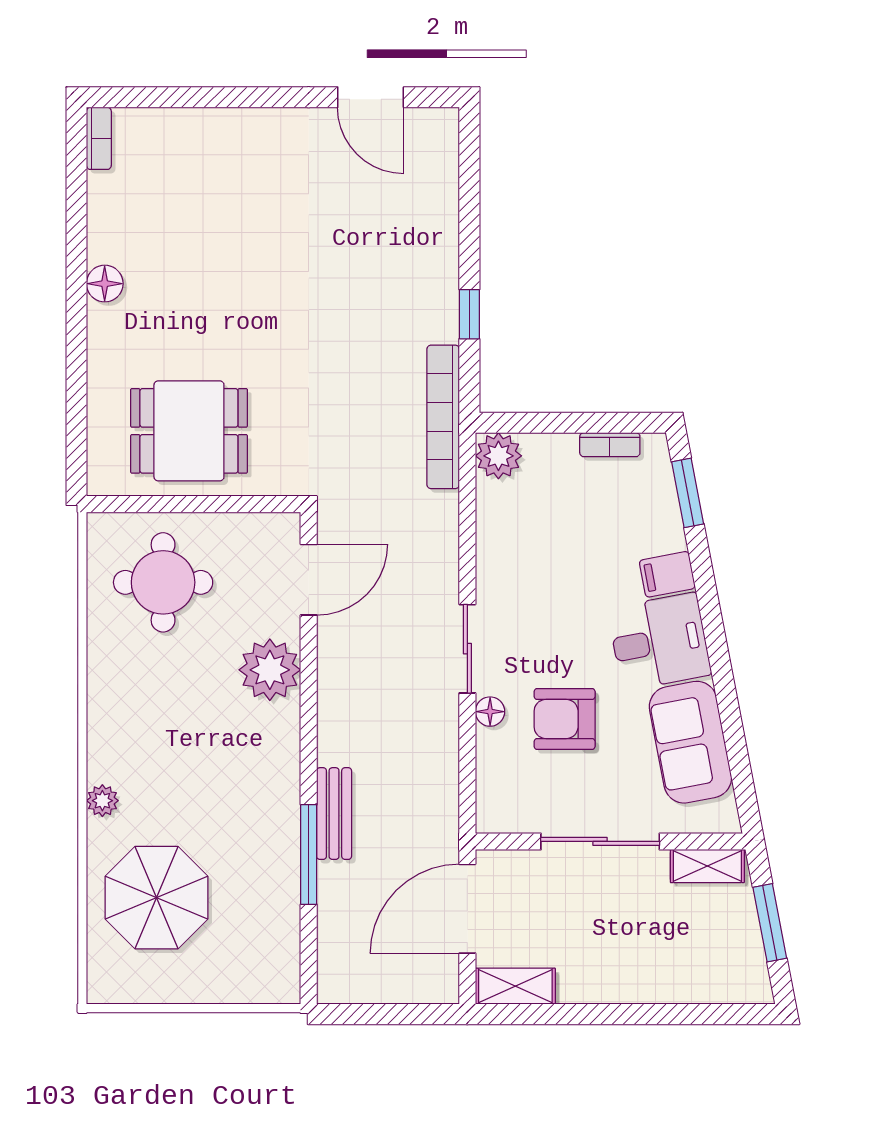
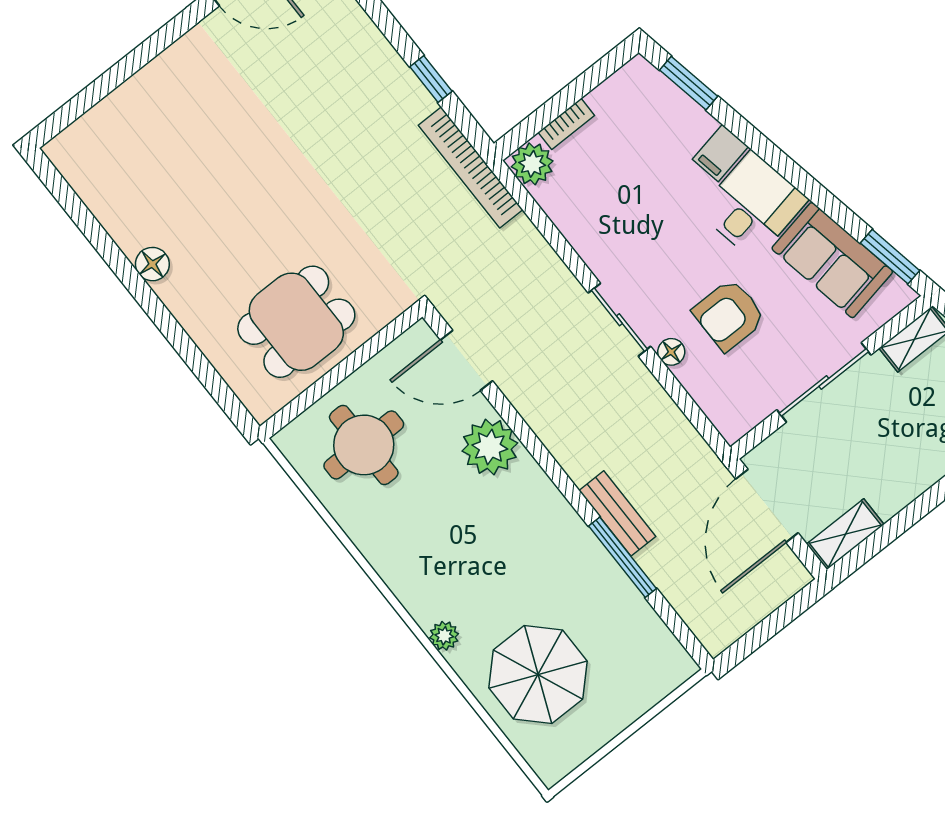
bookcase: (99, 138) -> (66, 163), removed
bookcase: (610, 445) -> (566, 124), moved
door: (309, 580) -> (466, 360), swing flipped
window: (742, 779) -> (890, 257), added

